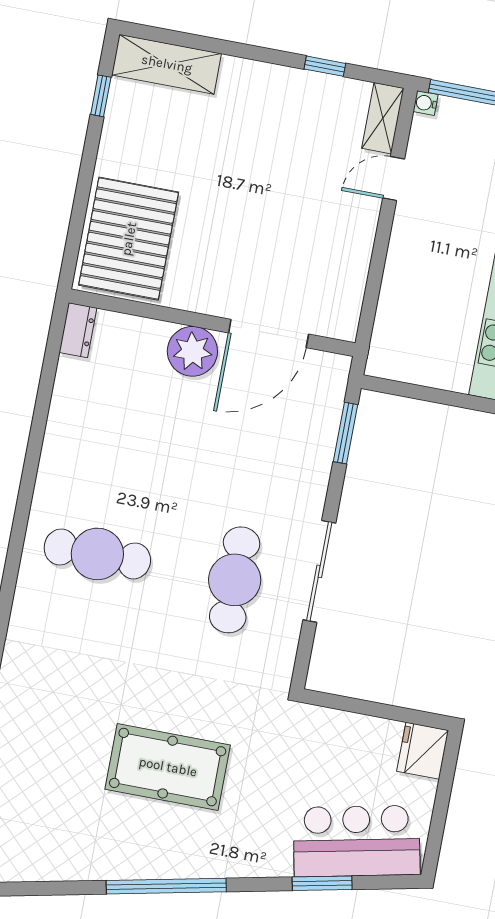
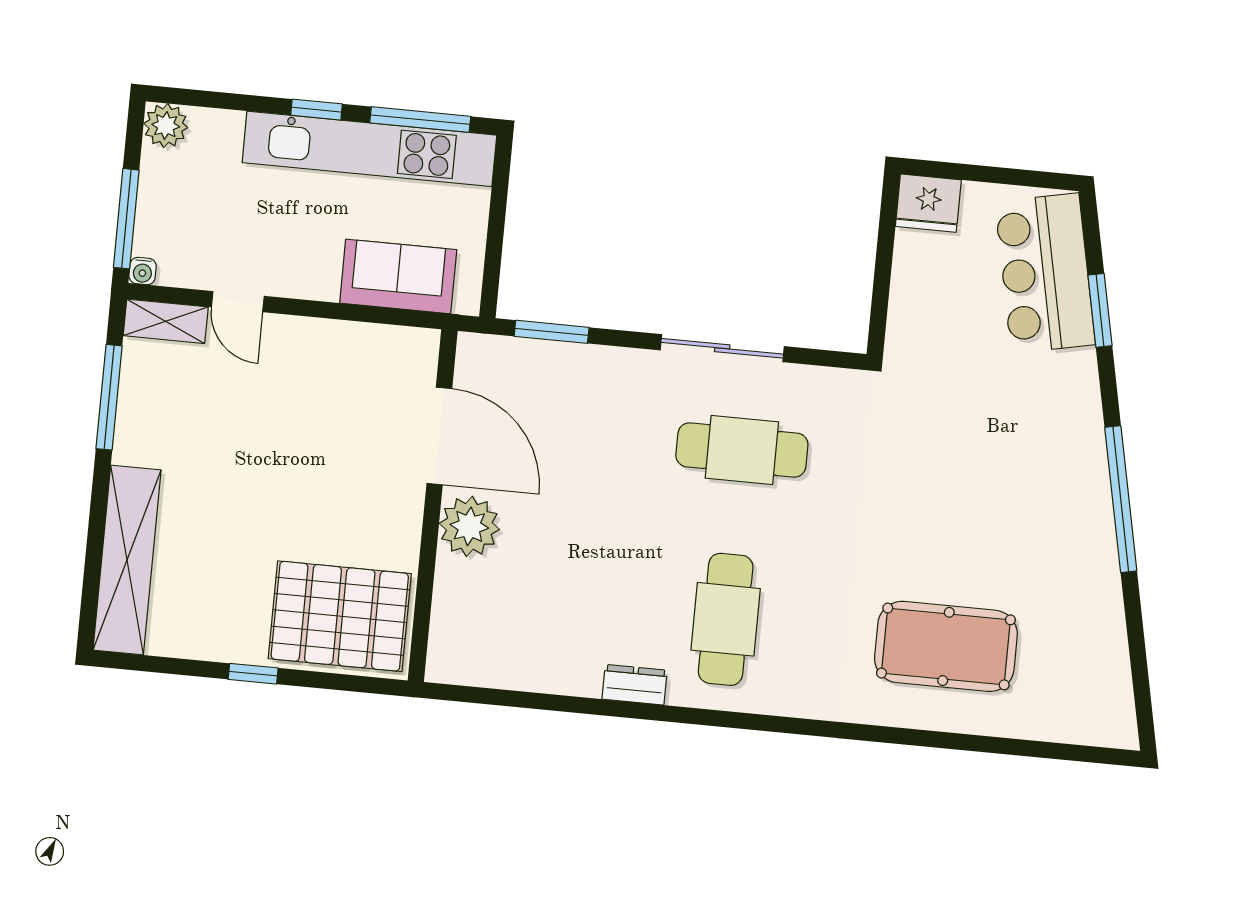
shelving: (167, 64) -> (127, 560), width x1.47
window: (325, 66) -> (109, 397), width x2.17
window: (101, 96) -> (253, 674), moved
sofa: (402, 312) -> (398, 276), added
dresser: (78, 330) -> (635, 685), moved
pool table: (168, 767) -> (946, 646), moved, turned 90

